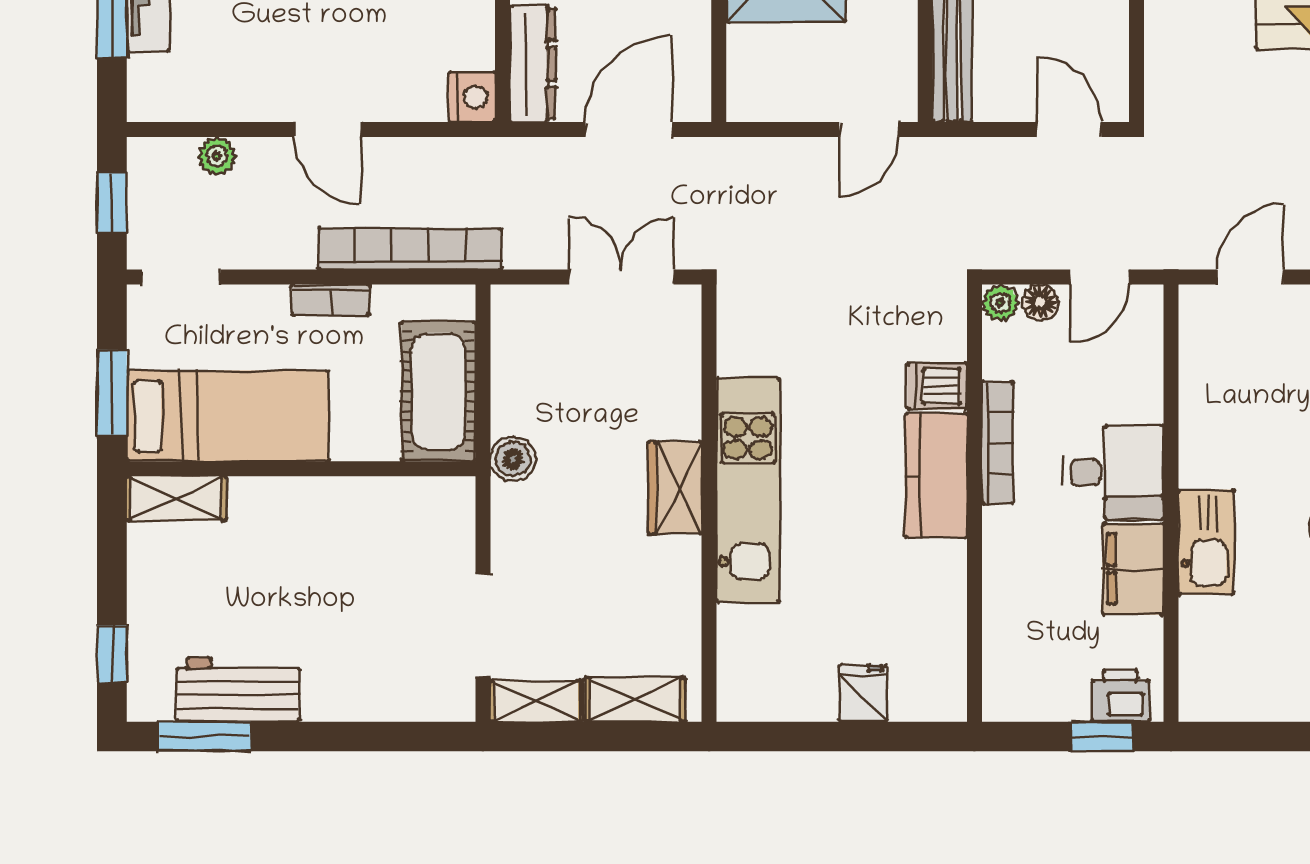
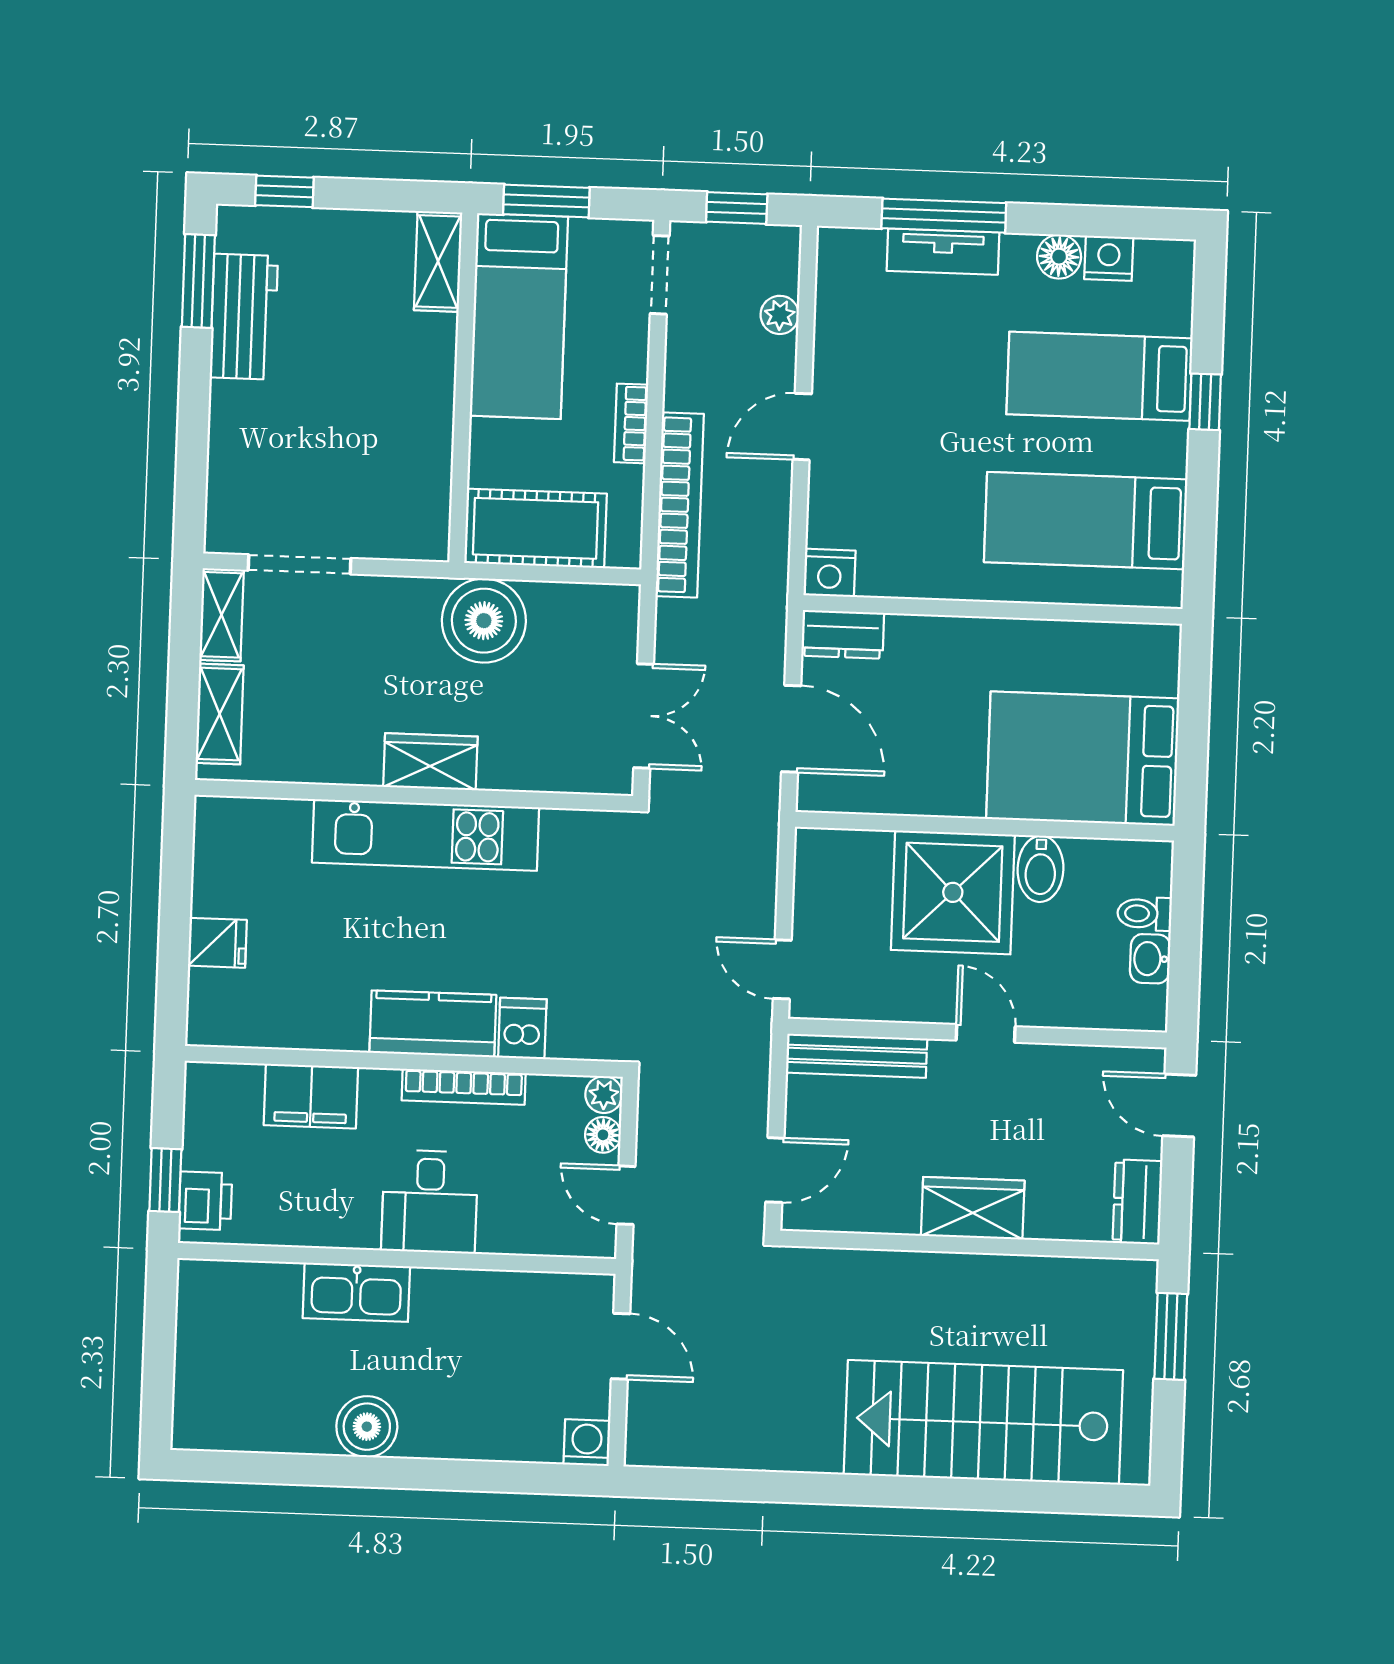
dresser: (533, 64) -> (843, 634), width x0.70
boiler: (513, 459) -> (484, 621), width x1.86, depth x1.86
filing cabinet: (1133, 569) -> (311, 1096), moved, turned 180

